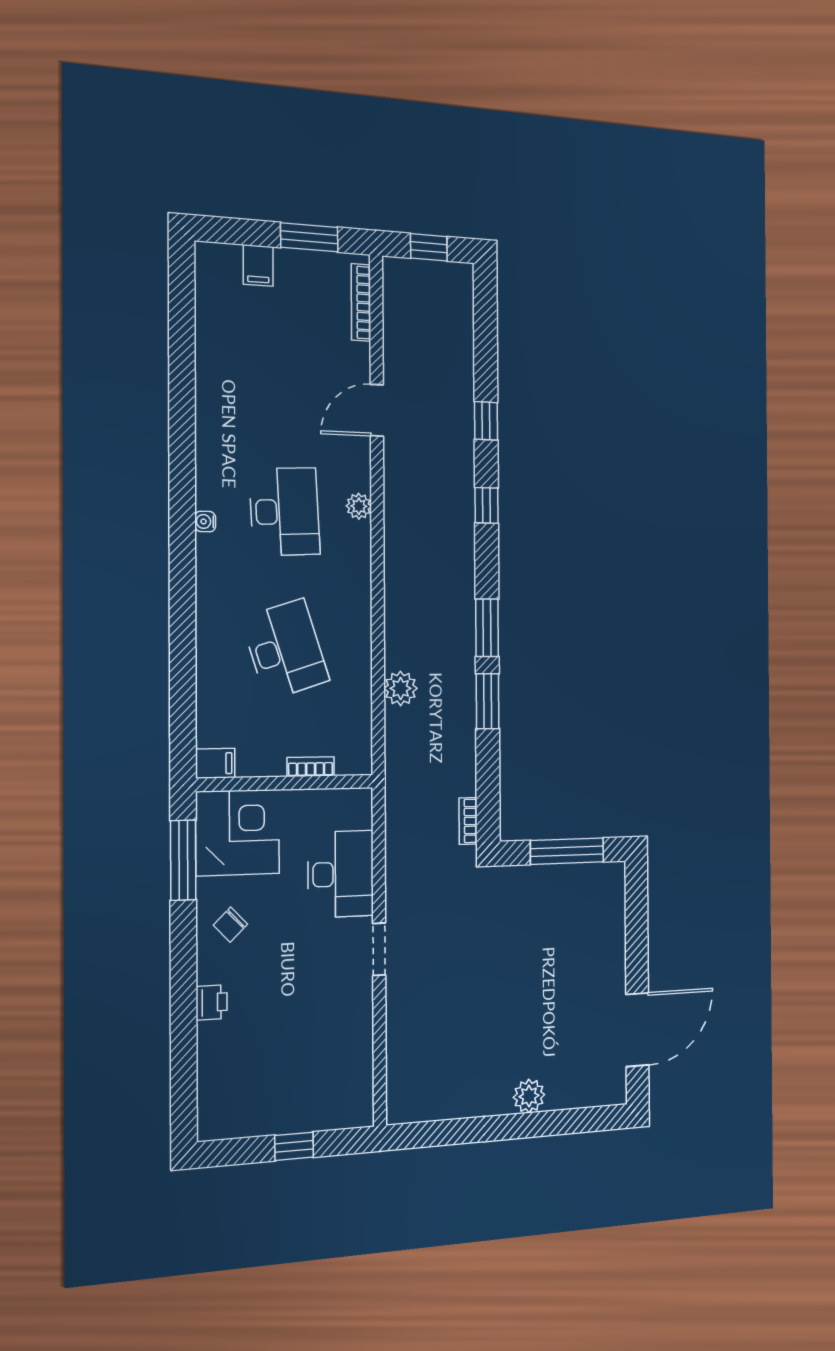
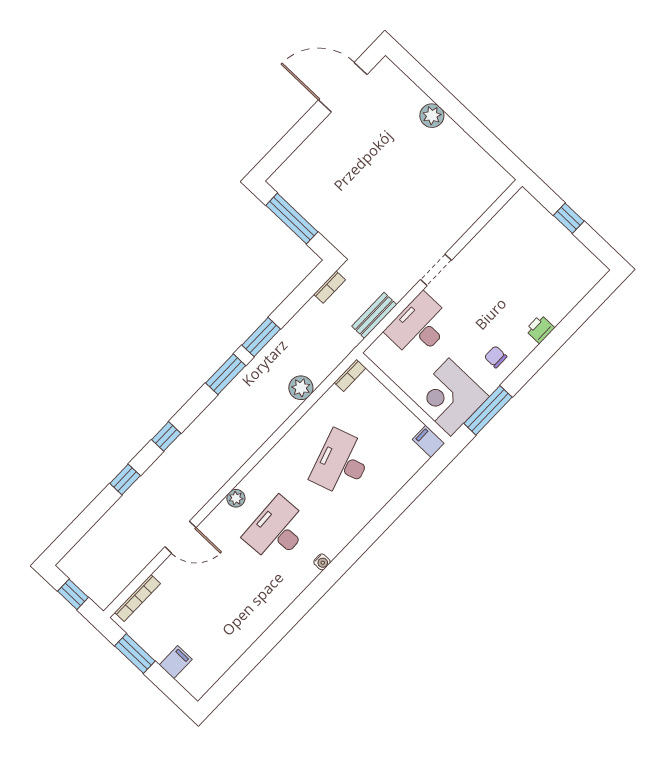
bookcase: (311, 767) -> (350, 375), moved, turned -90
bench: (397, 838) -> (374, 315), added
chair: (230, 925) -> (496, 357), turned -136

